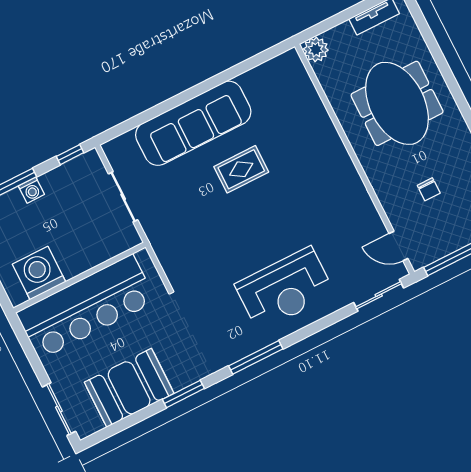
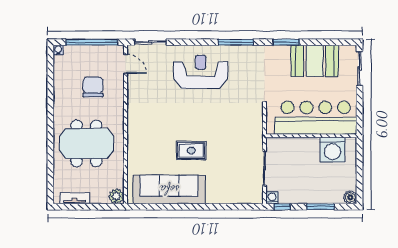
meeting table: (397, 103) -> (86, 143), turned 90
sofa: (193, 123) -> (169, 190), moved
chair: (429, 189) -> (93, 87), width x1.87, depth x1.87
washing machine: (31, 190) -> (272, 198), moved

